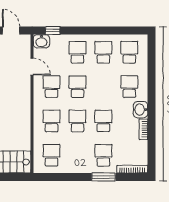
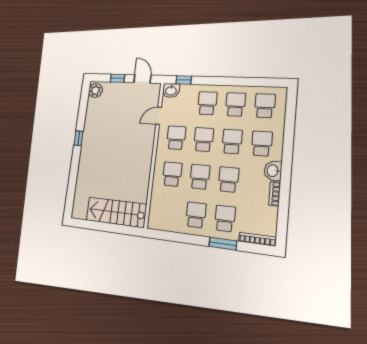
door: (32, 67) -> (159, 116), swing flipped
school desk: (103, 87) -> (232, 142), added
school desk: (52, 155) -> (196, 215), moved

